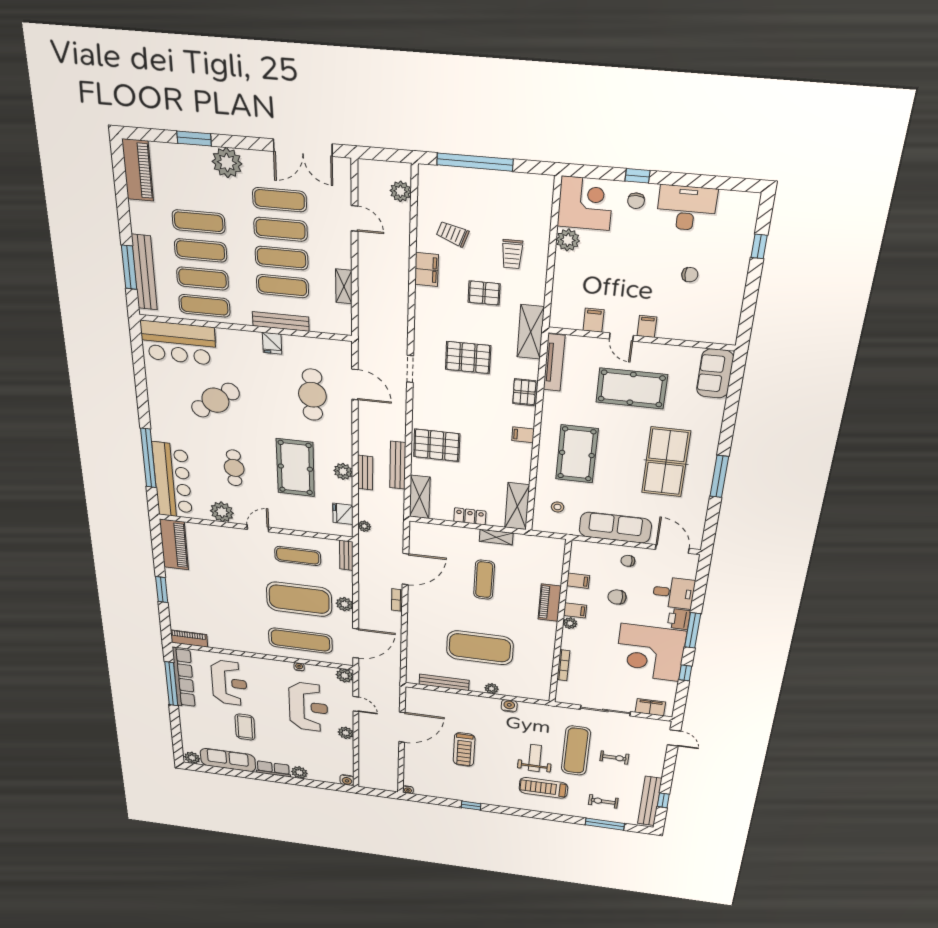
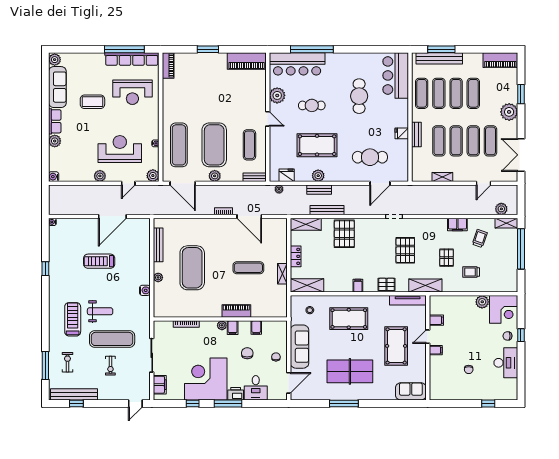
shelving: (427, 184) -> (506, 223), added
bench: (281, 321) -> (416, 135), width x0.73
cafe table: (215, 400) -> (359, 96), turned 36
reception desk: (308, 707) -> (120, 149), turned 180
door: (402, 727) -> (112, 216), hinge flipped

